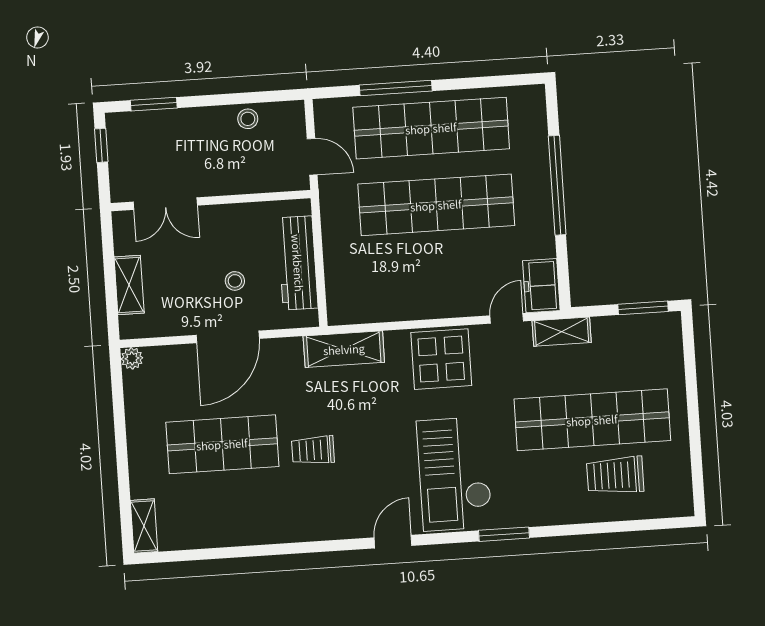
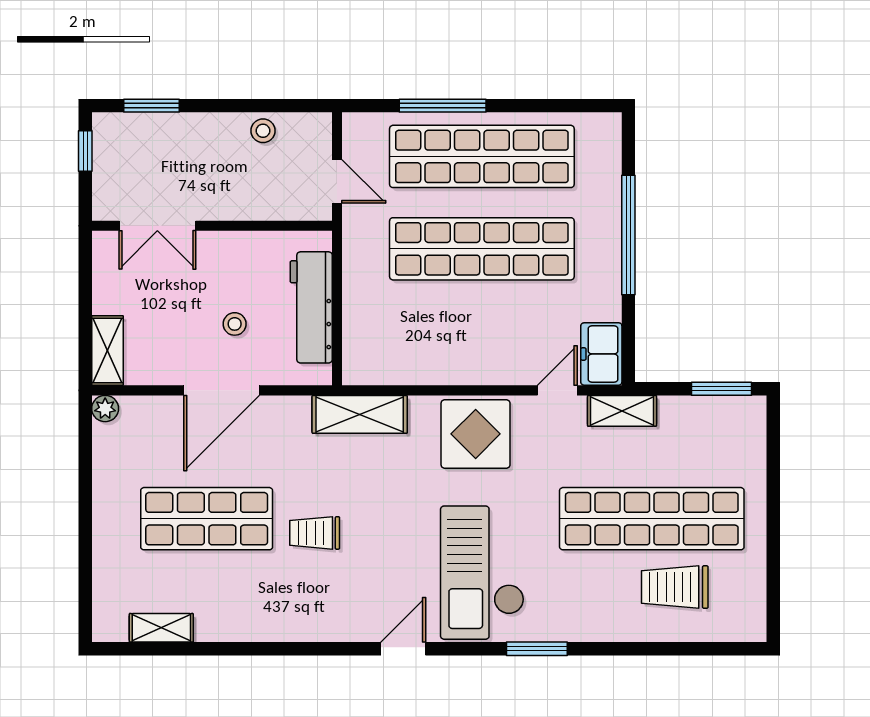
shelving: (129, 285) -> (108, 351), moved
shelving: (144, 526) -> (161, 628), moved, turned 90

